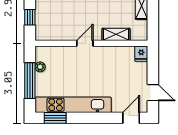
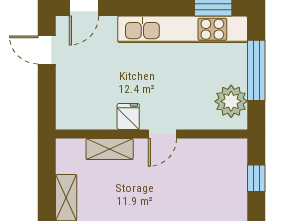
fridge: (141, 54) -> (128, 116), moved
plant: (40, 67) -> (231, 101), width x1.88, depth x1.88

